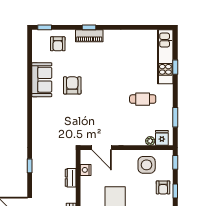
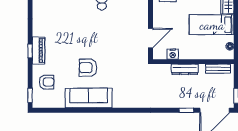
sofa: (42, 80) -> (89, 98), width x1.36
window: (30, 166) -> (186, 110), moved
dresser: (71, 178) -> (185, 69), width x1.44

